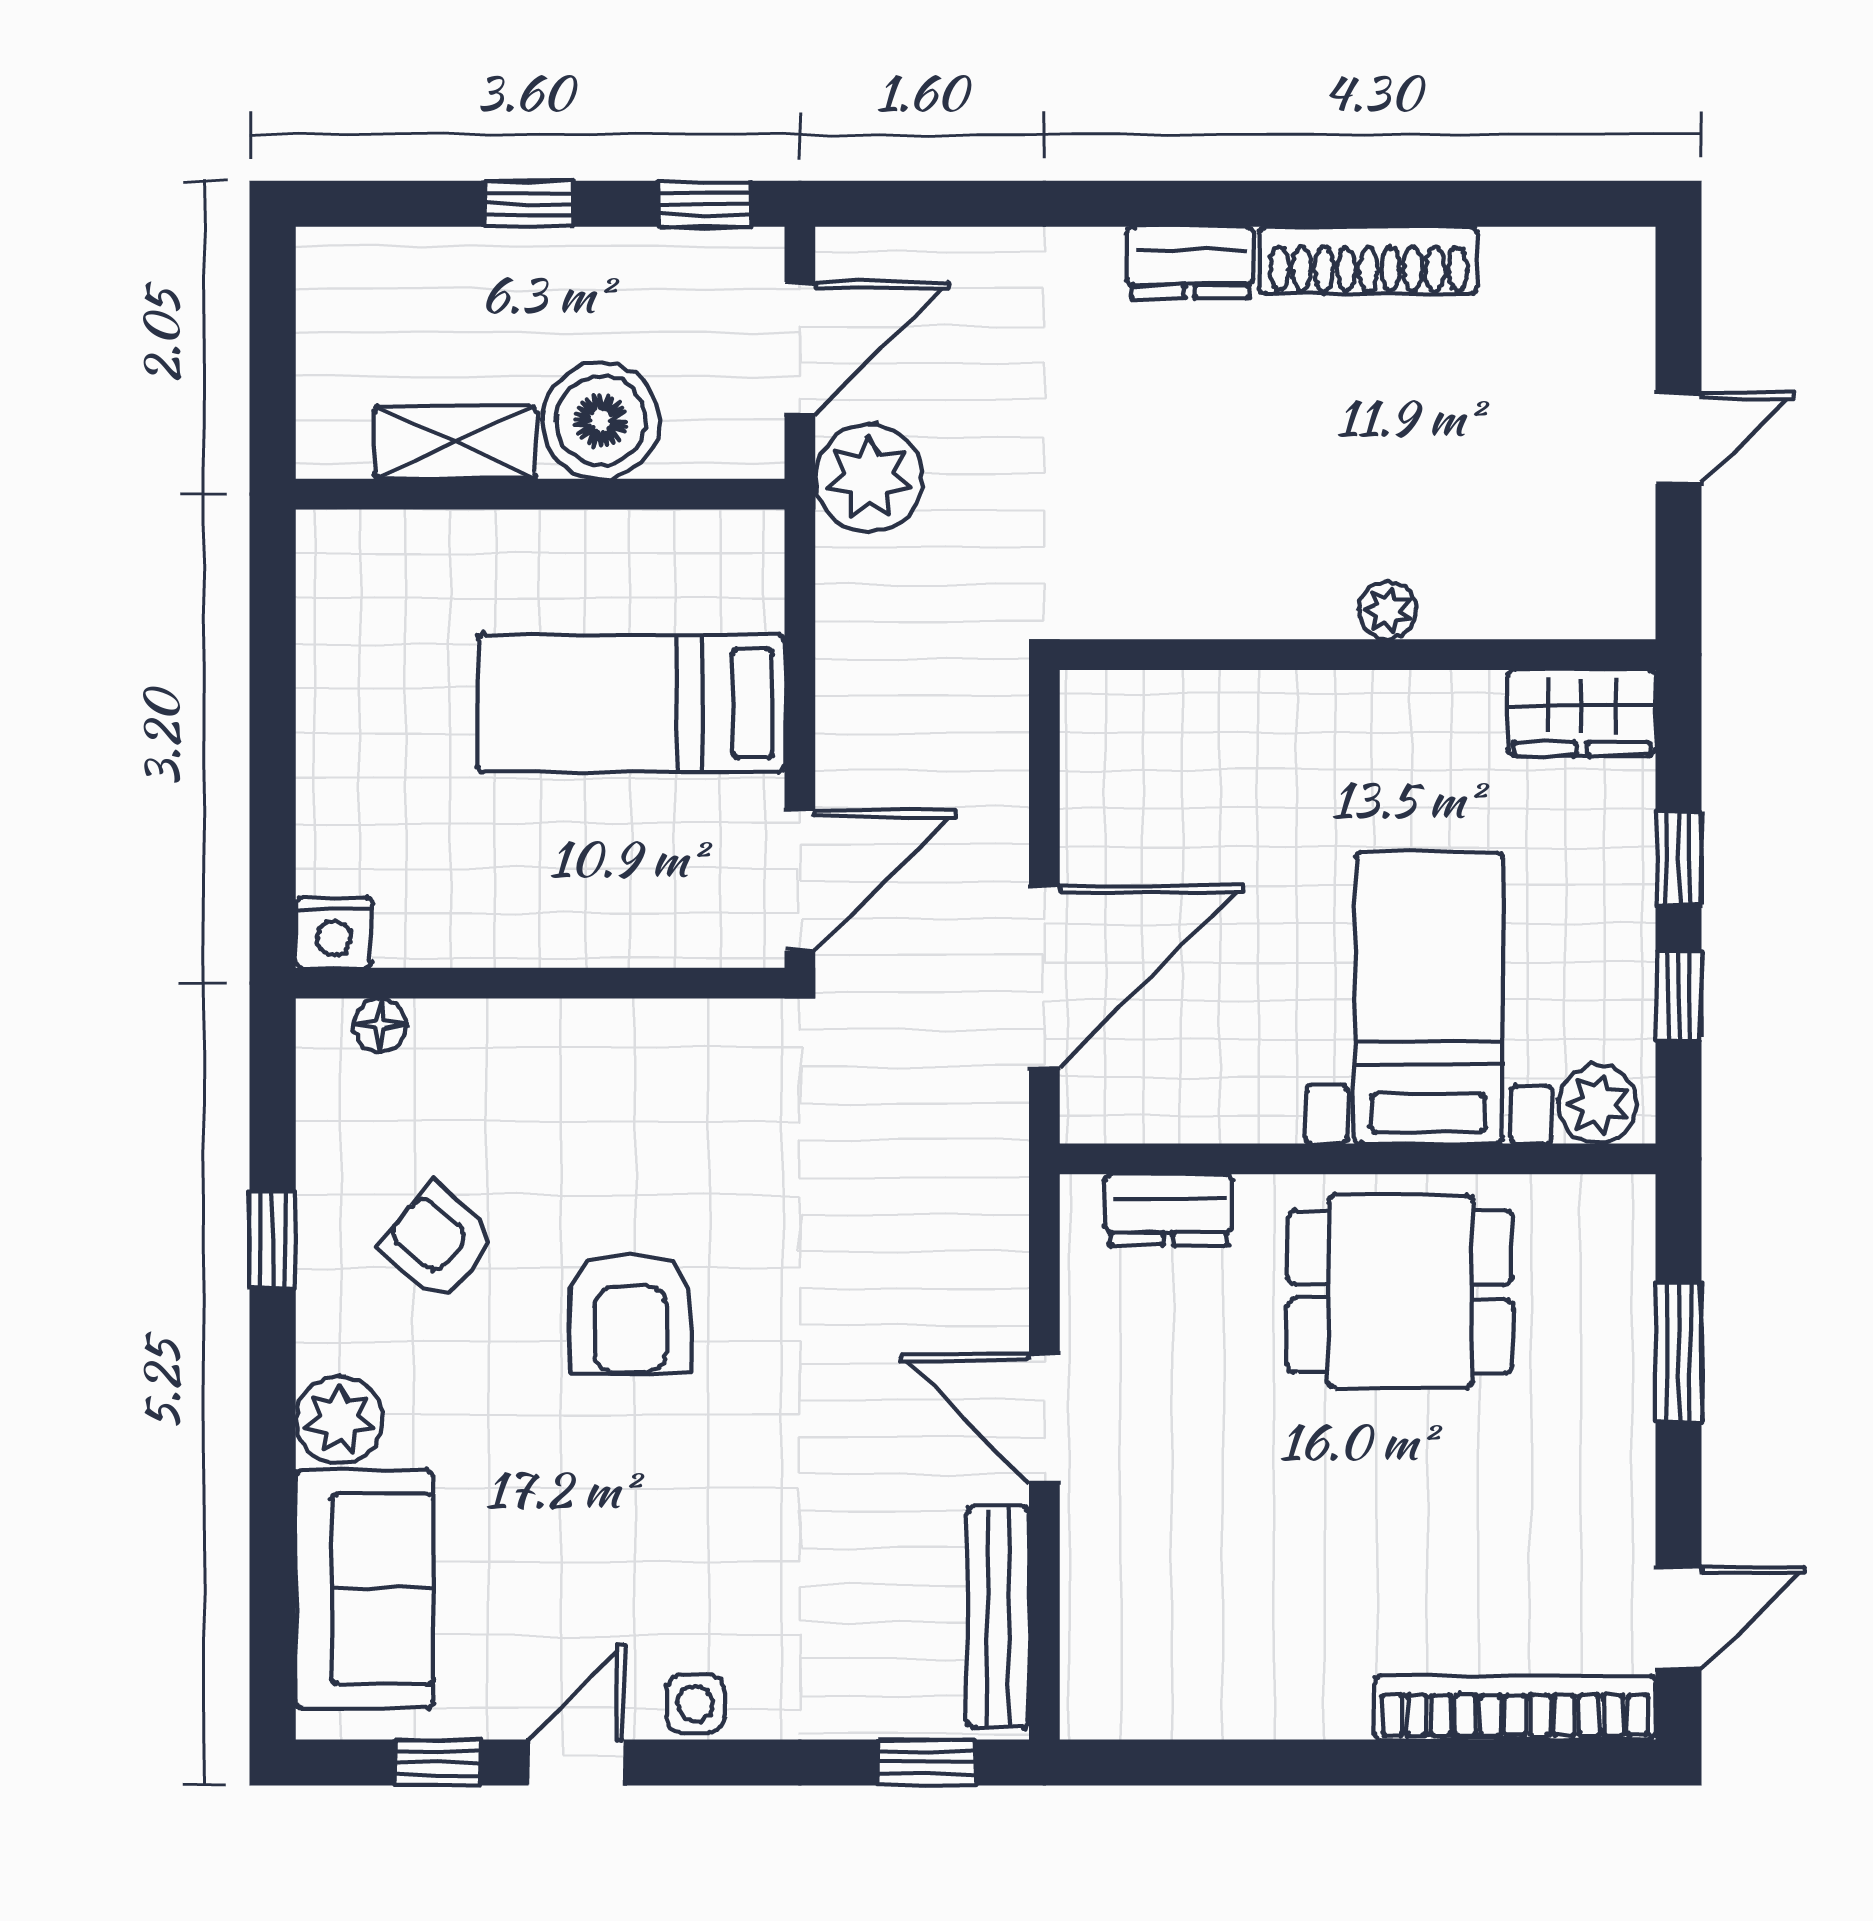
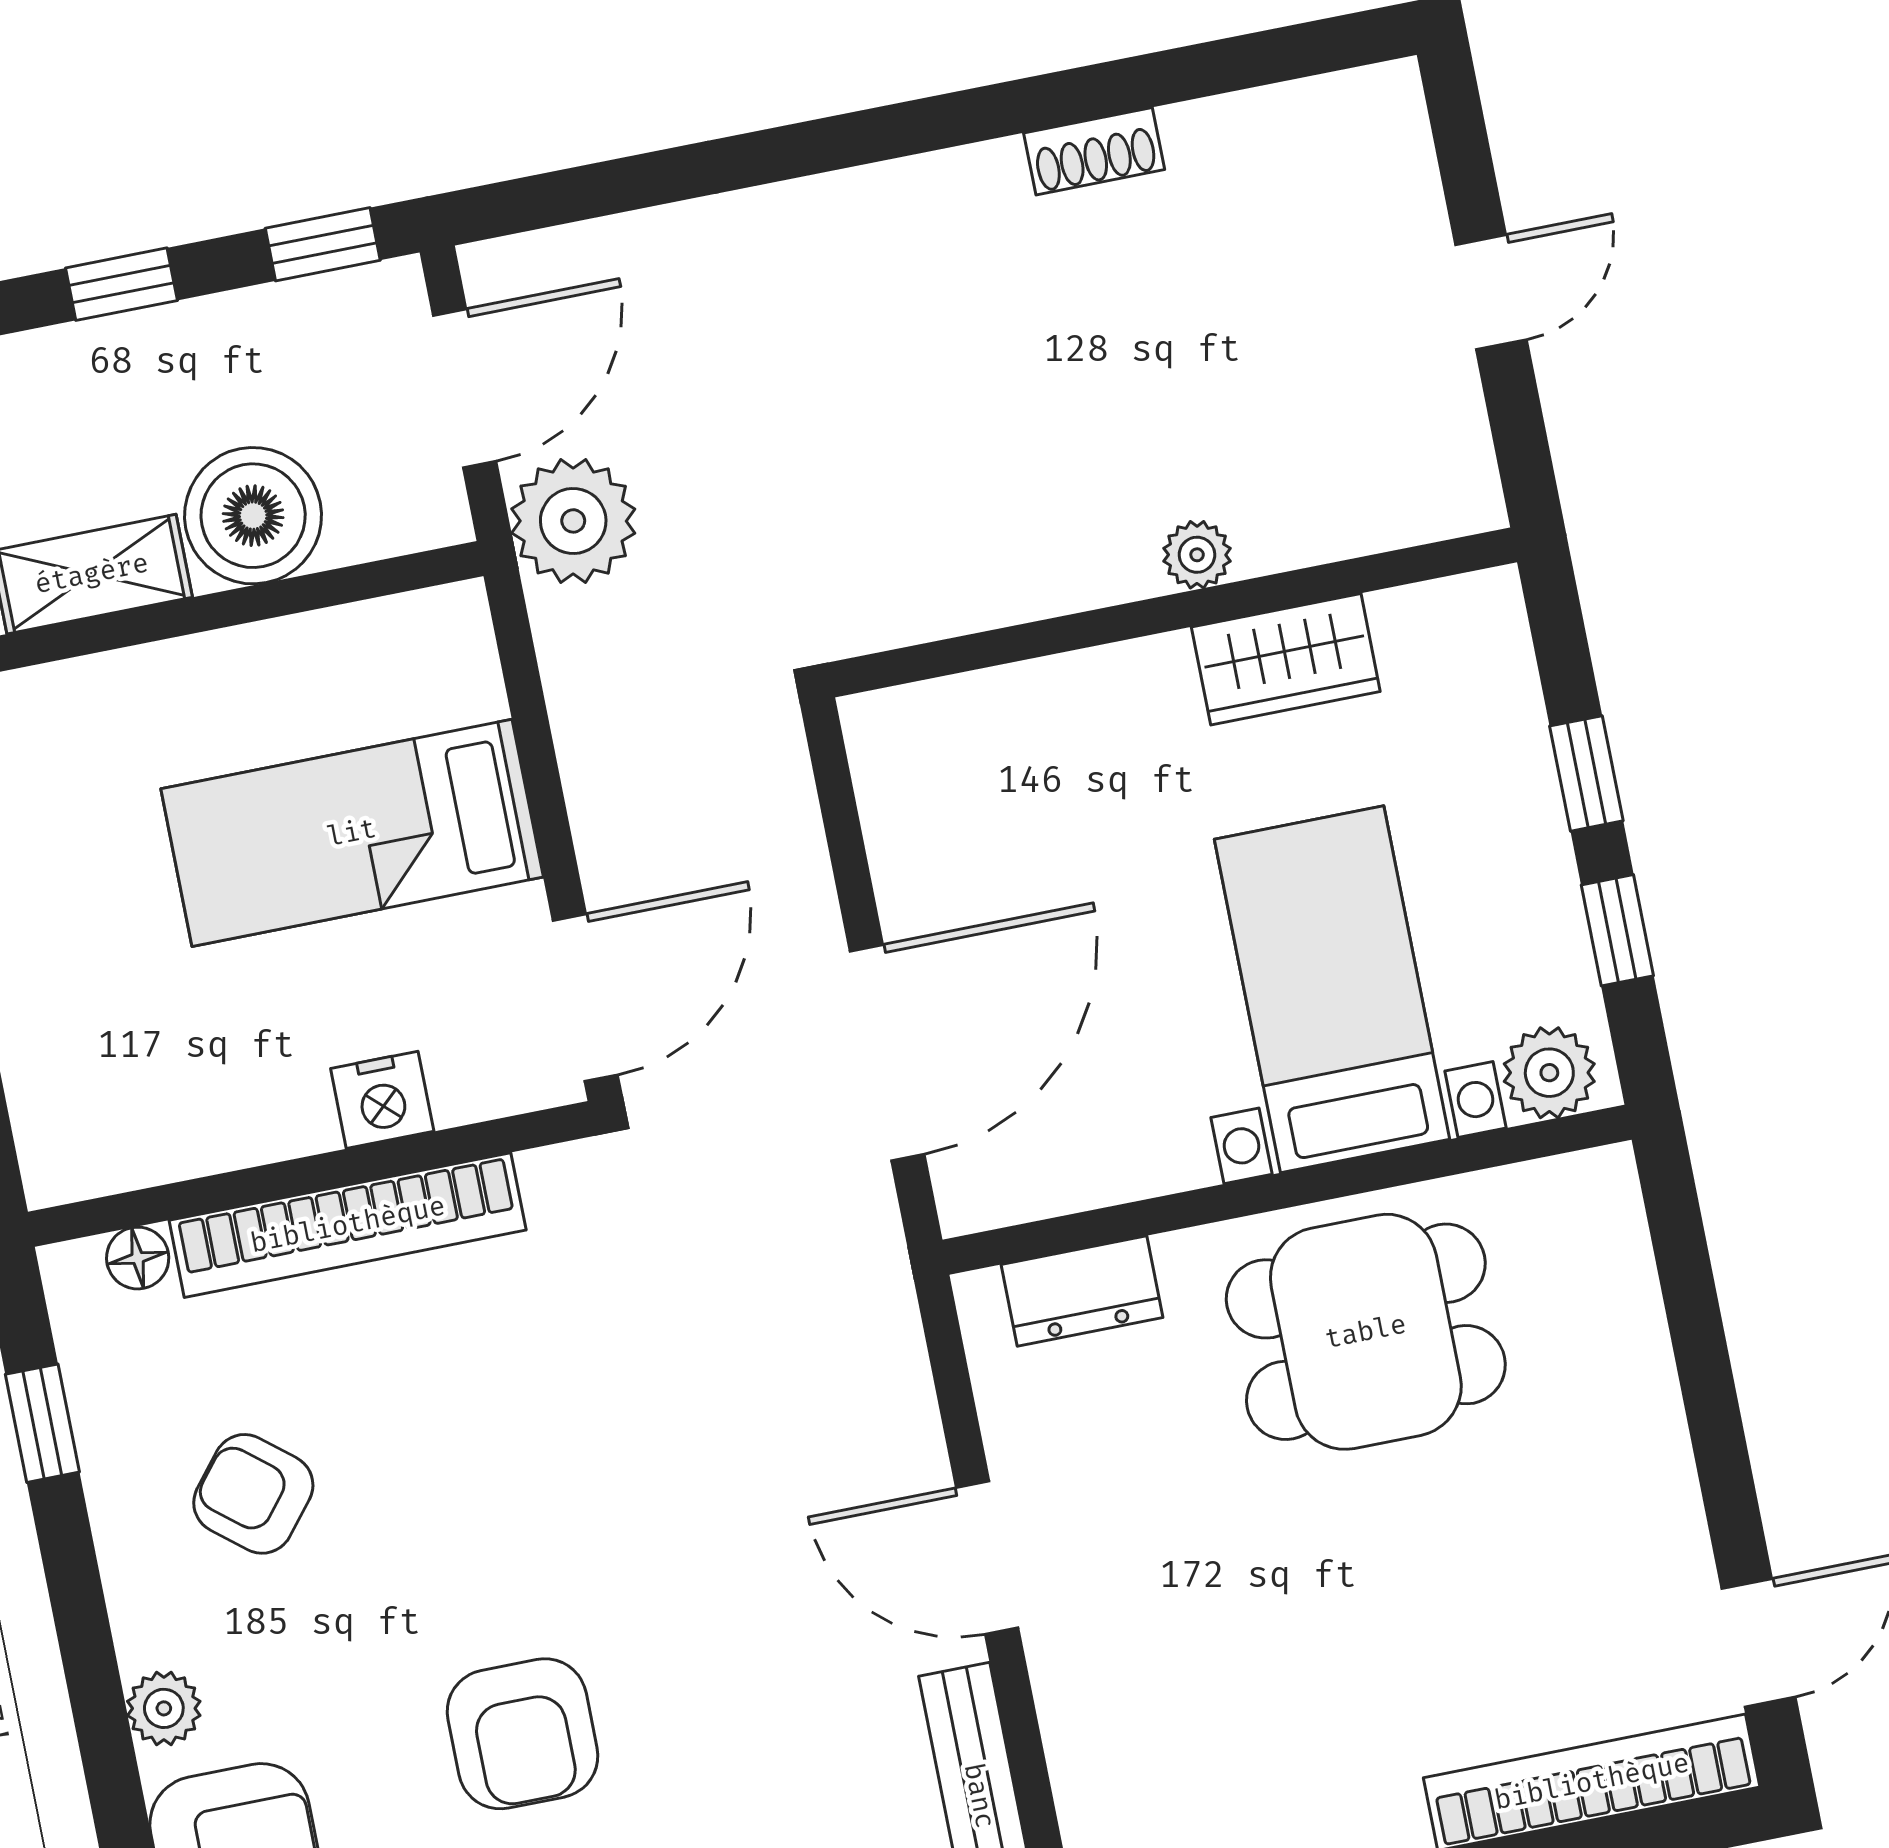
shoe rack: (1368, 260) -> (1094, 151), width x0.51, depth x0.81
dresser: (1190, 262) -> (892, 201), removed
wardrobe: (1582, 713) -> (1286, 659), moved
nightstand: (334, 933) -> (382, 1100), moved
bookcase: (562, 1032) -> (348, 1225), added
window: (273, 1239) -> (42, 1423), moved
armchair: (630, 1313) -> (523, 1734), moved
window: (1679, 1352) -> (1698, 1339), removed
plant: (339, 1420) -> (164, 1708), width x0.73, depth x0.73

